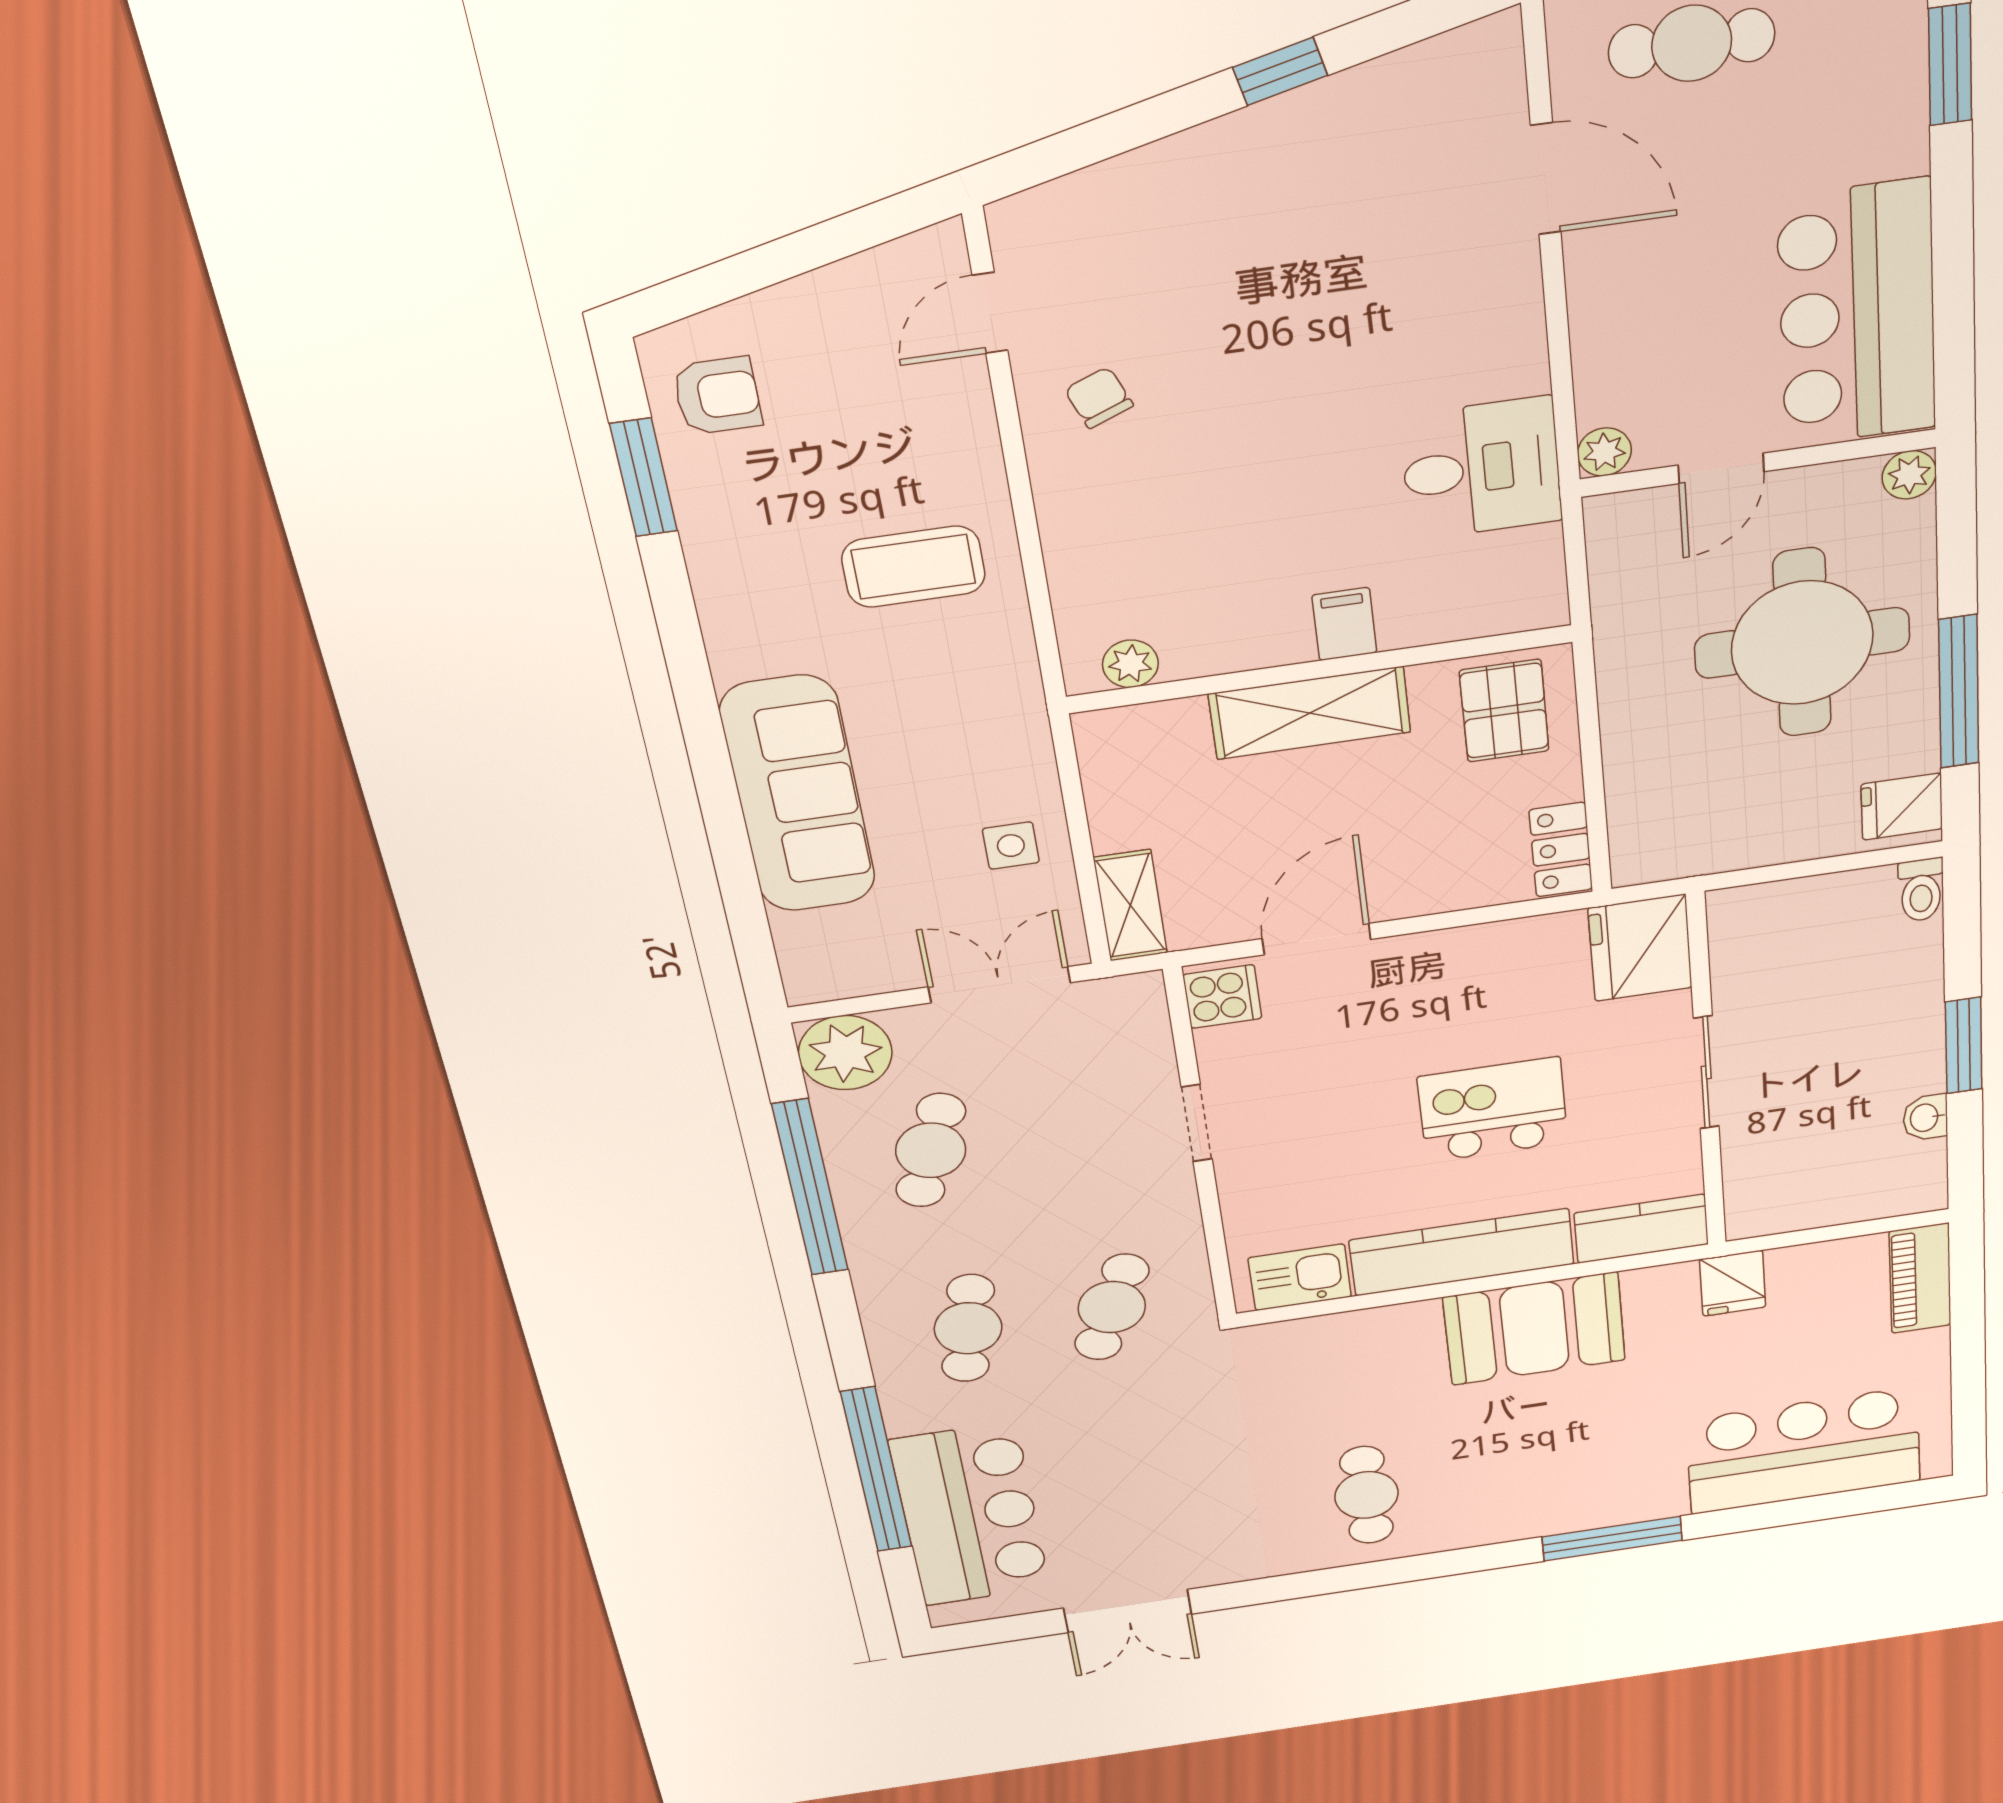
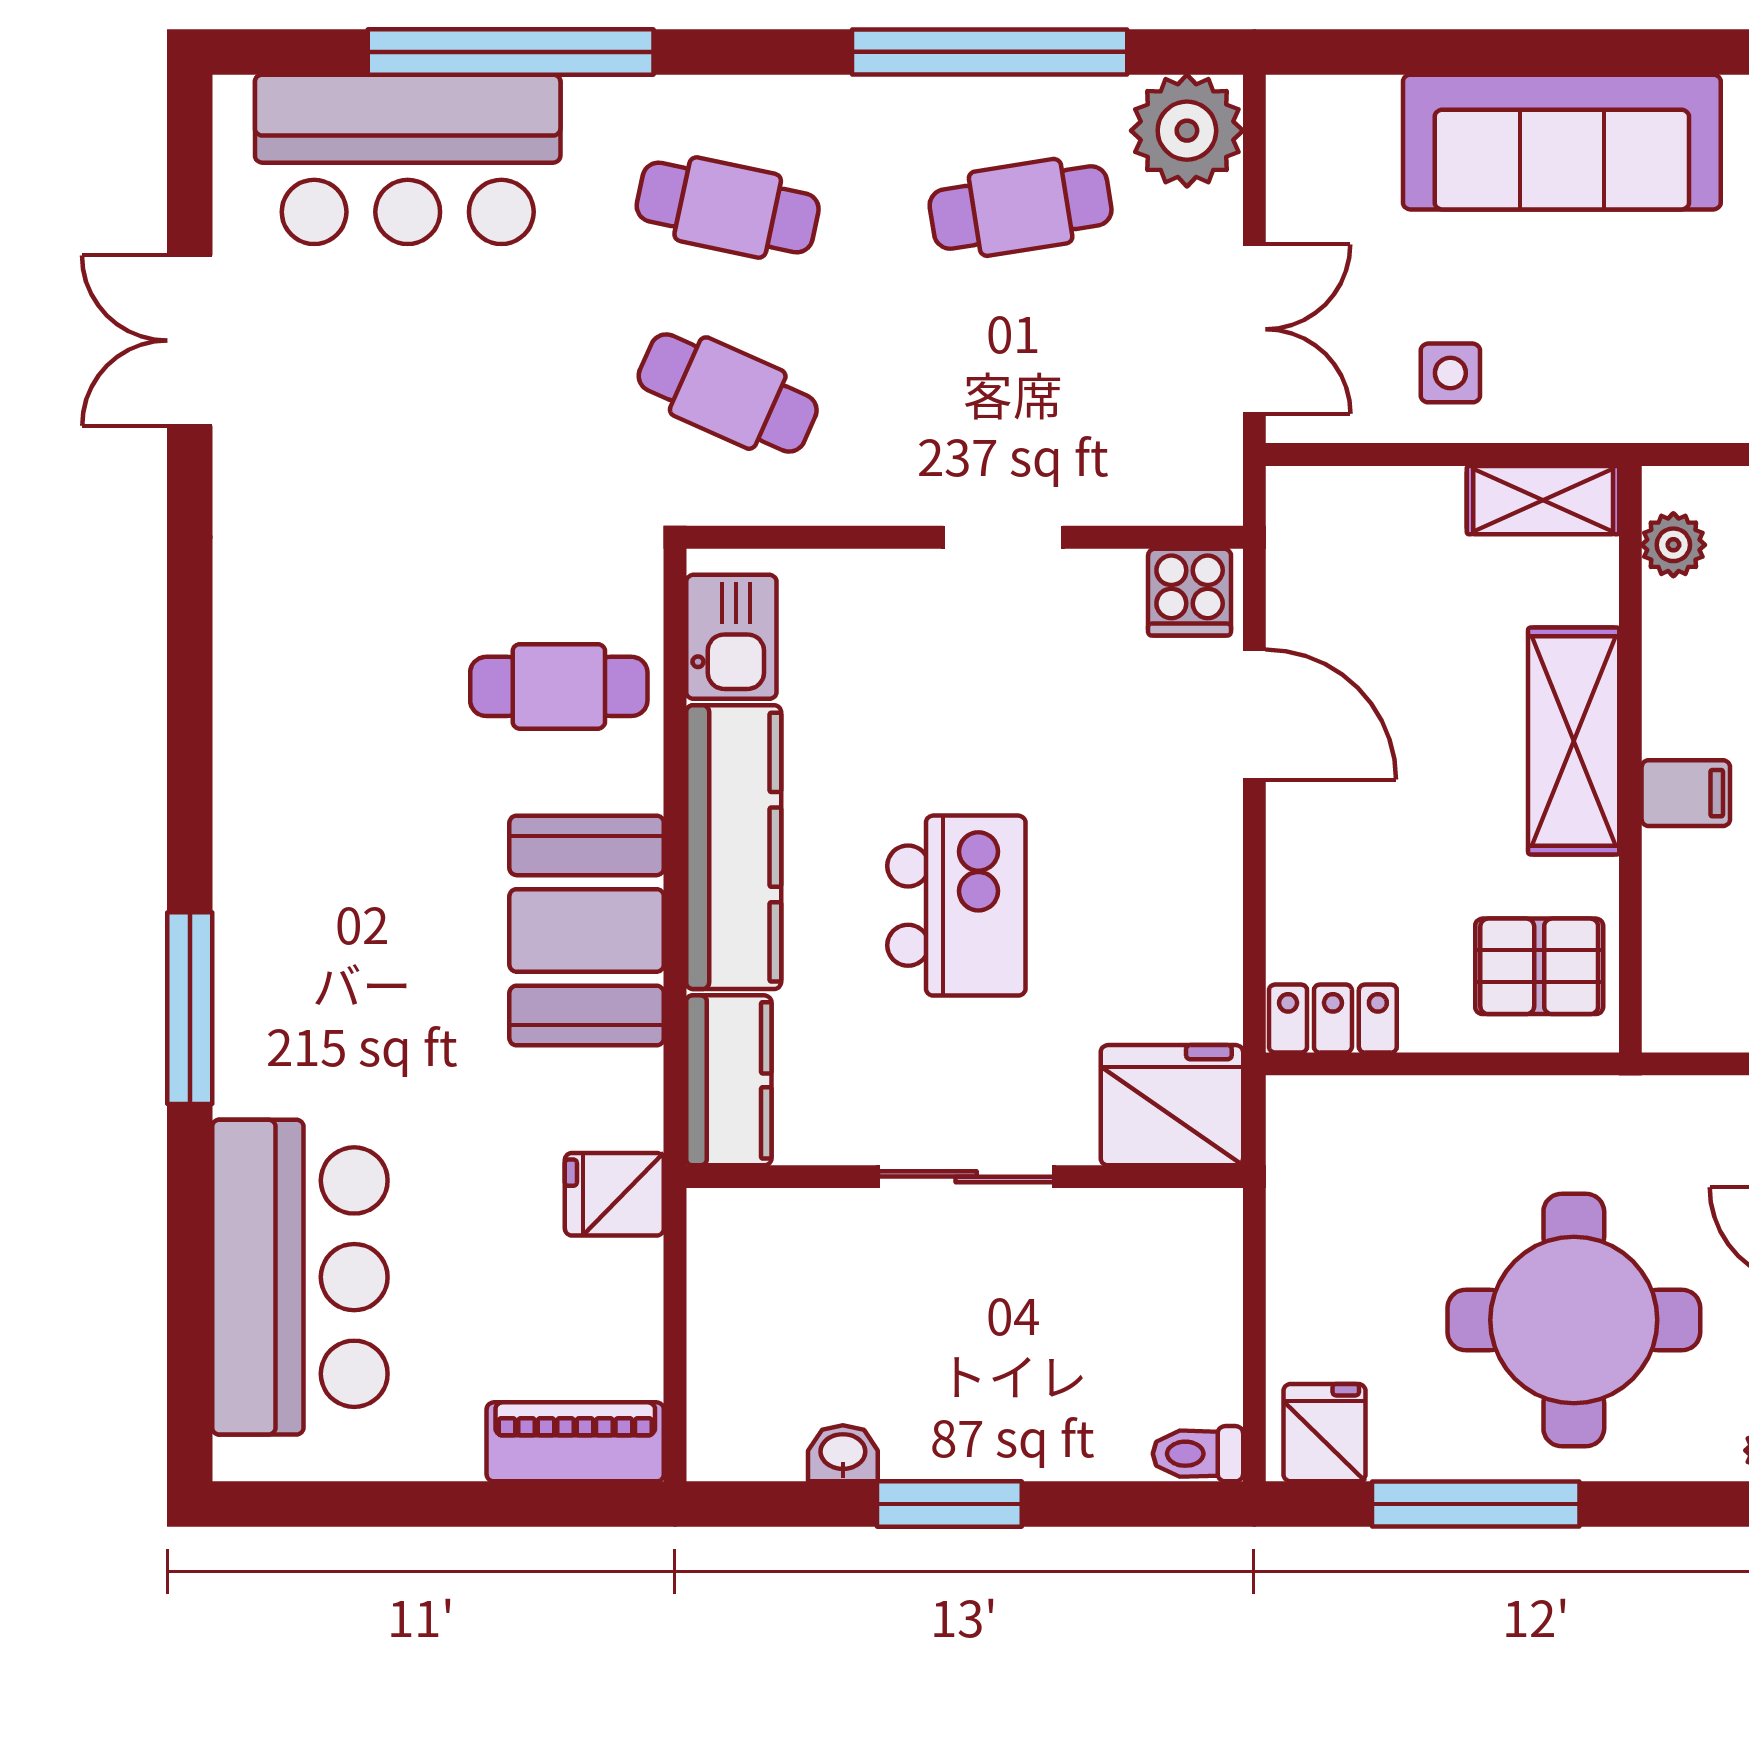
shelving: (1130, 905) -> (1543, 500), moved
cafe table: (931, 1150) -> (1021, 207), turned -30
cafe table: (1367, 1495) -> (559, 686), moved

